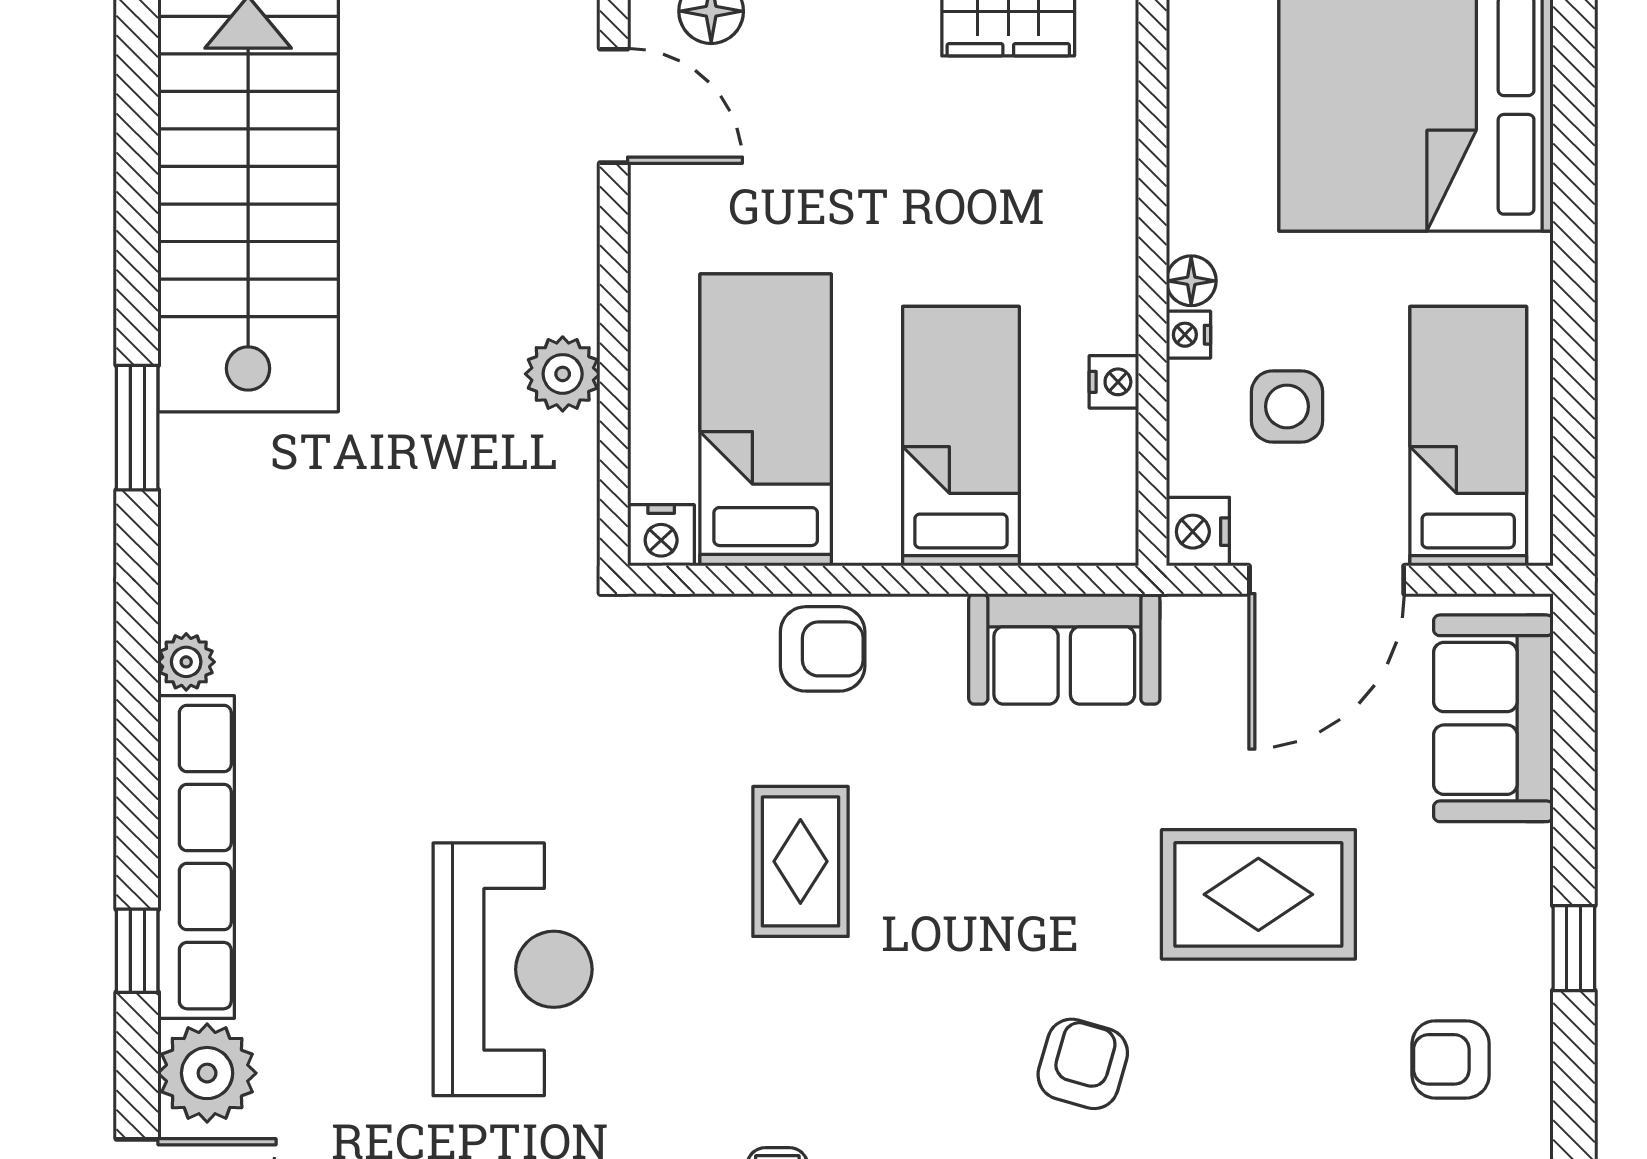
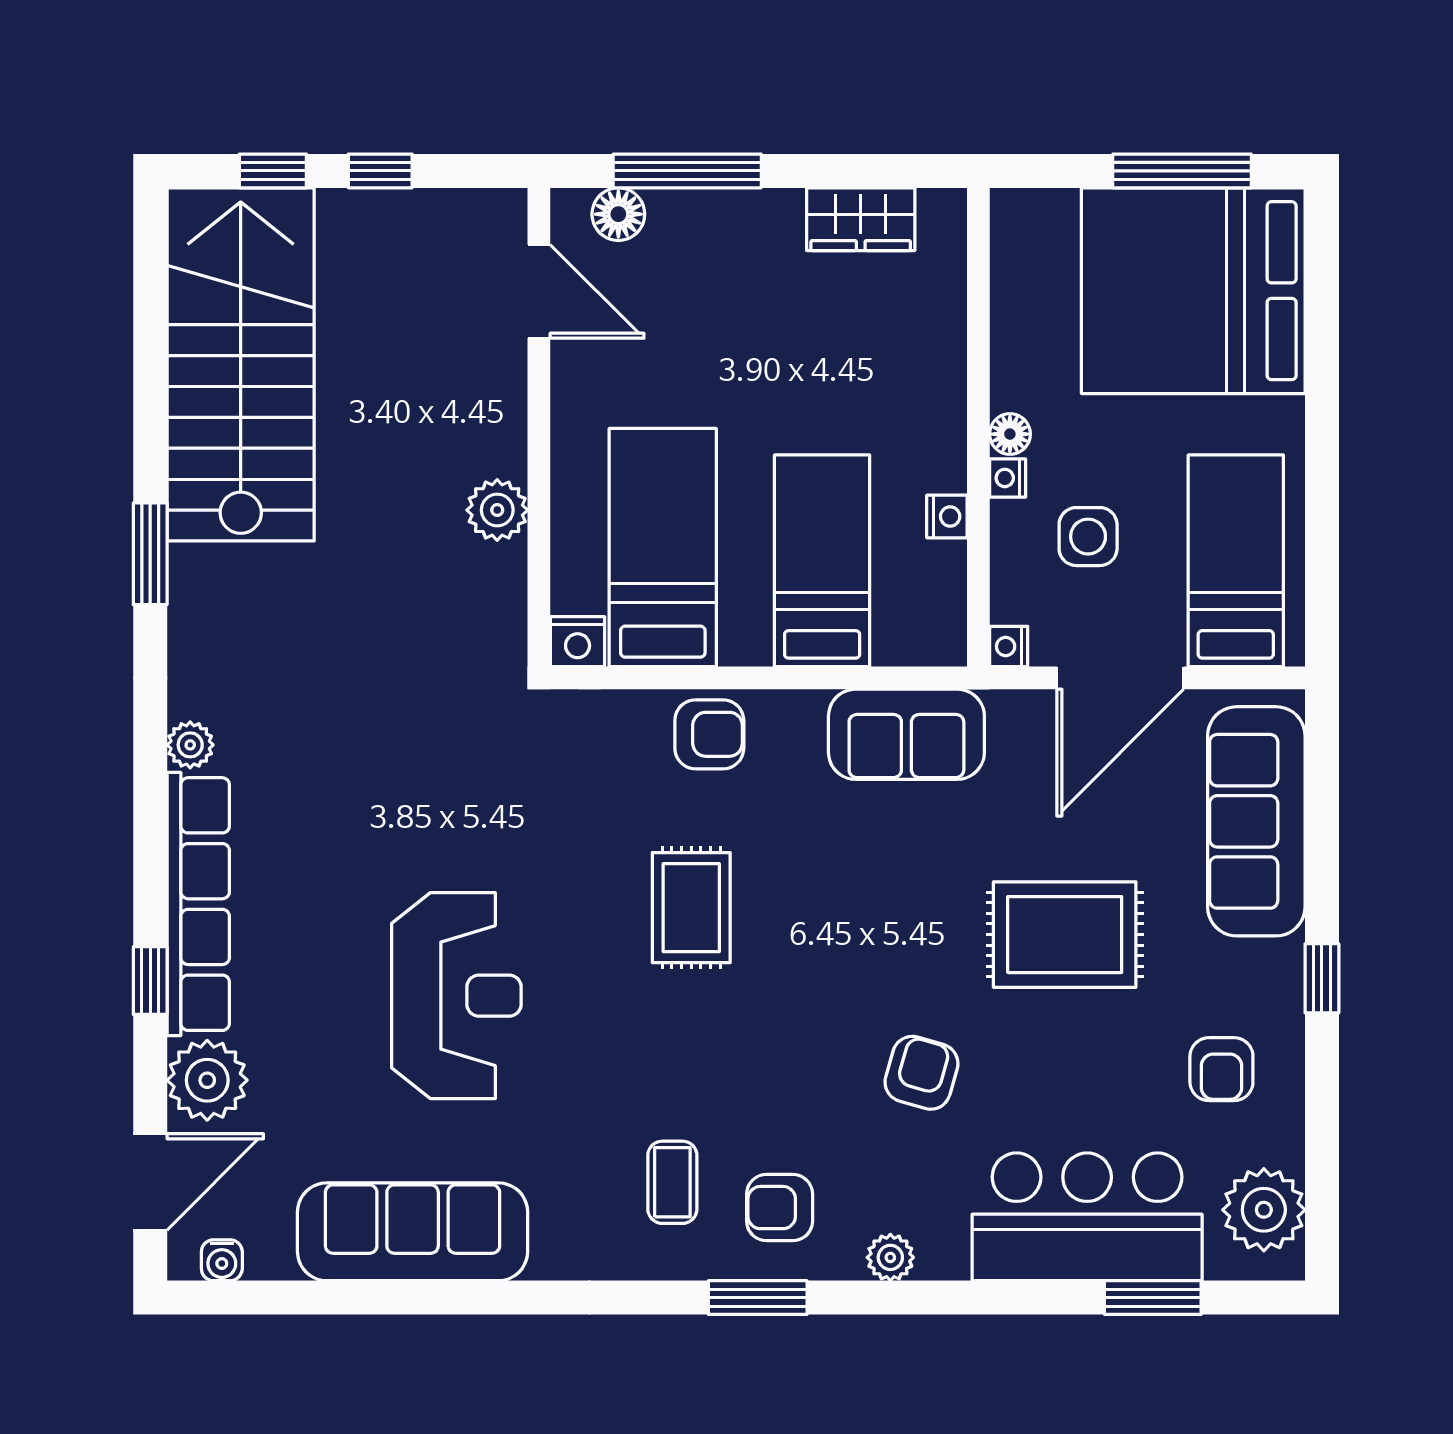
nightstand: (1198, 532) -> (1009, 646), width x0.72, depth x0.74
sofa: (1493, 718) -> (1256, 821), width x1.36
armchair: (1451, 1059) -> (1221, 1069), turned -90

